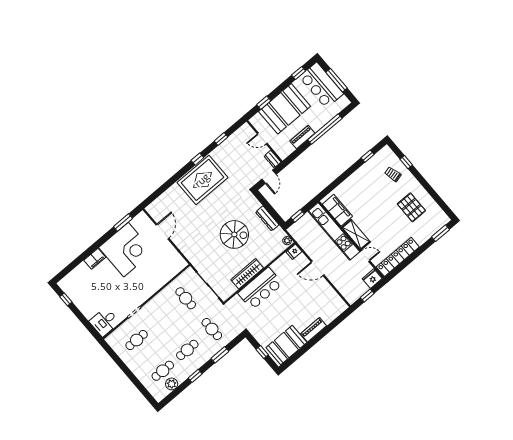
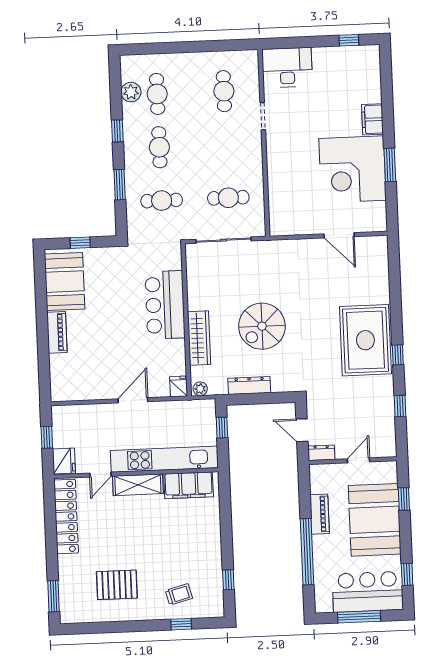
window: (123, 222) -> (390, 165), moved
wardrobe: (247, 274) -> (199, 338), moved
desk: (104, 322) -> (287, 67), width x1.37

